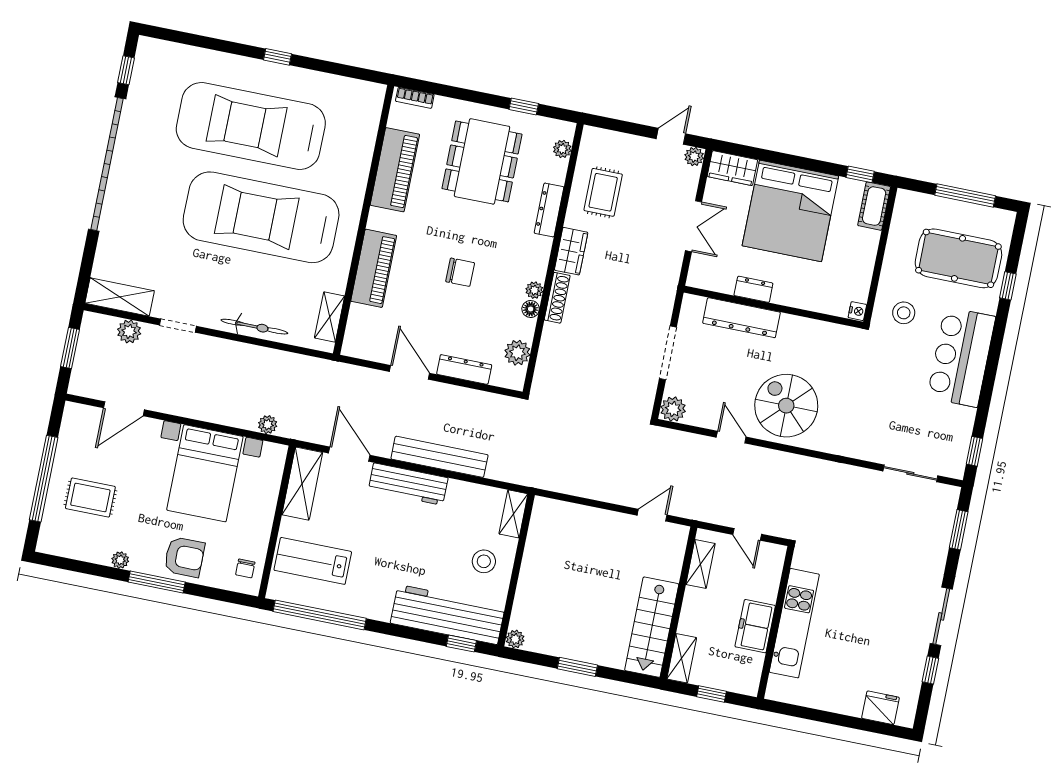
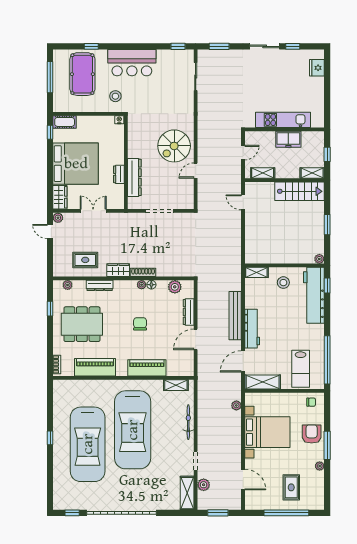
plant: (673, 409) -> (187, 203), removed

